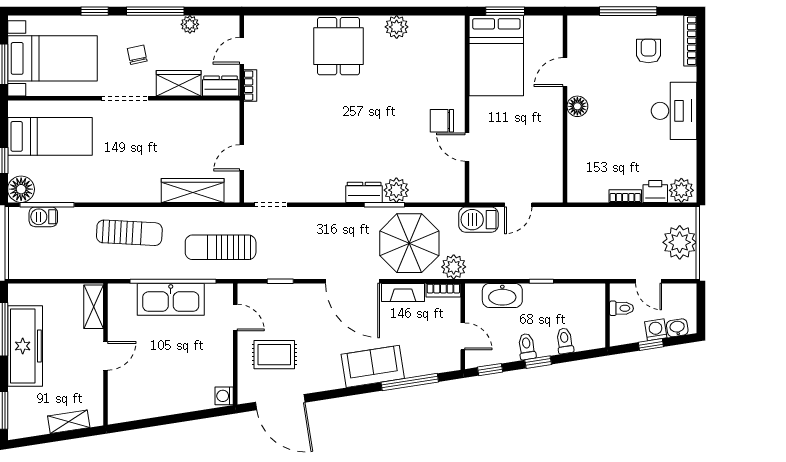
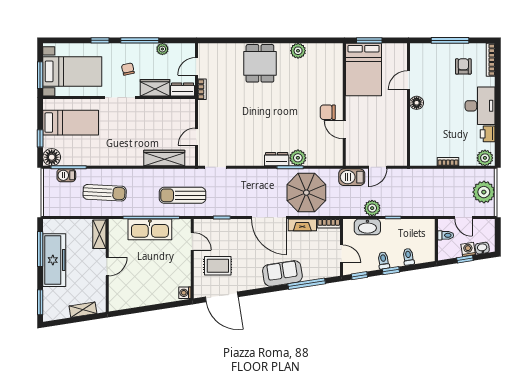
printer: (655, 191) -> (488, 134), moved, turned -90
sun lounger: (129, 233) -> (105, 193), moved
plant: (454, 267) -> (372, 208), moved

